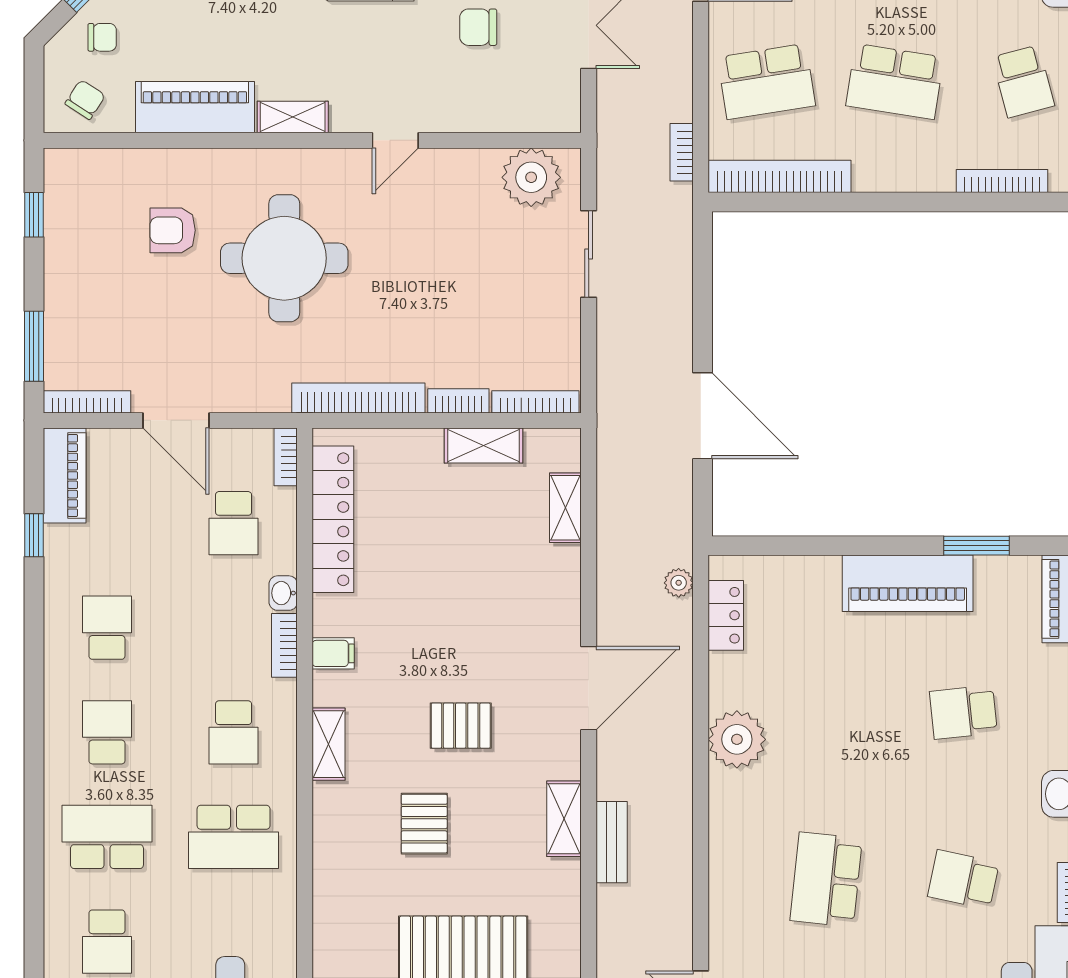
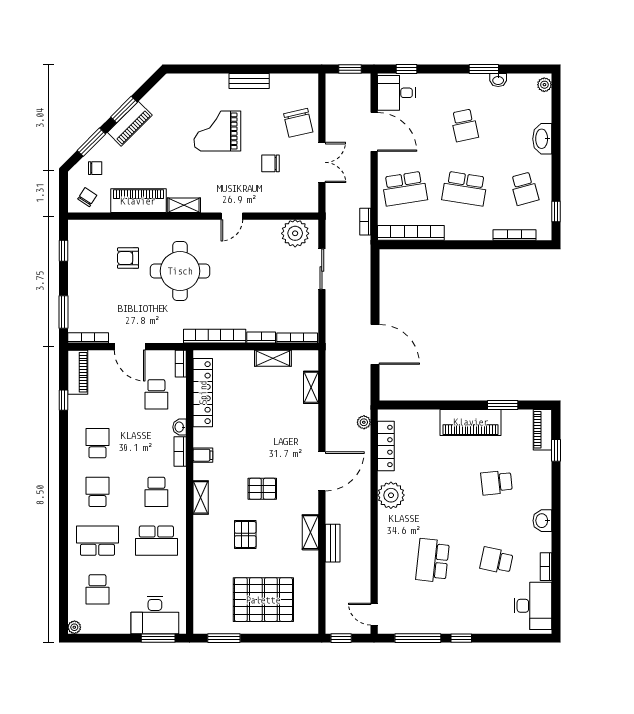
locker: (726, 615) -> (386, 446), width x1.53

